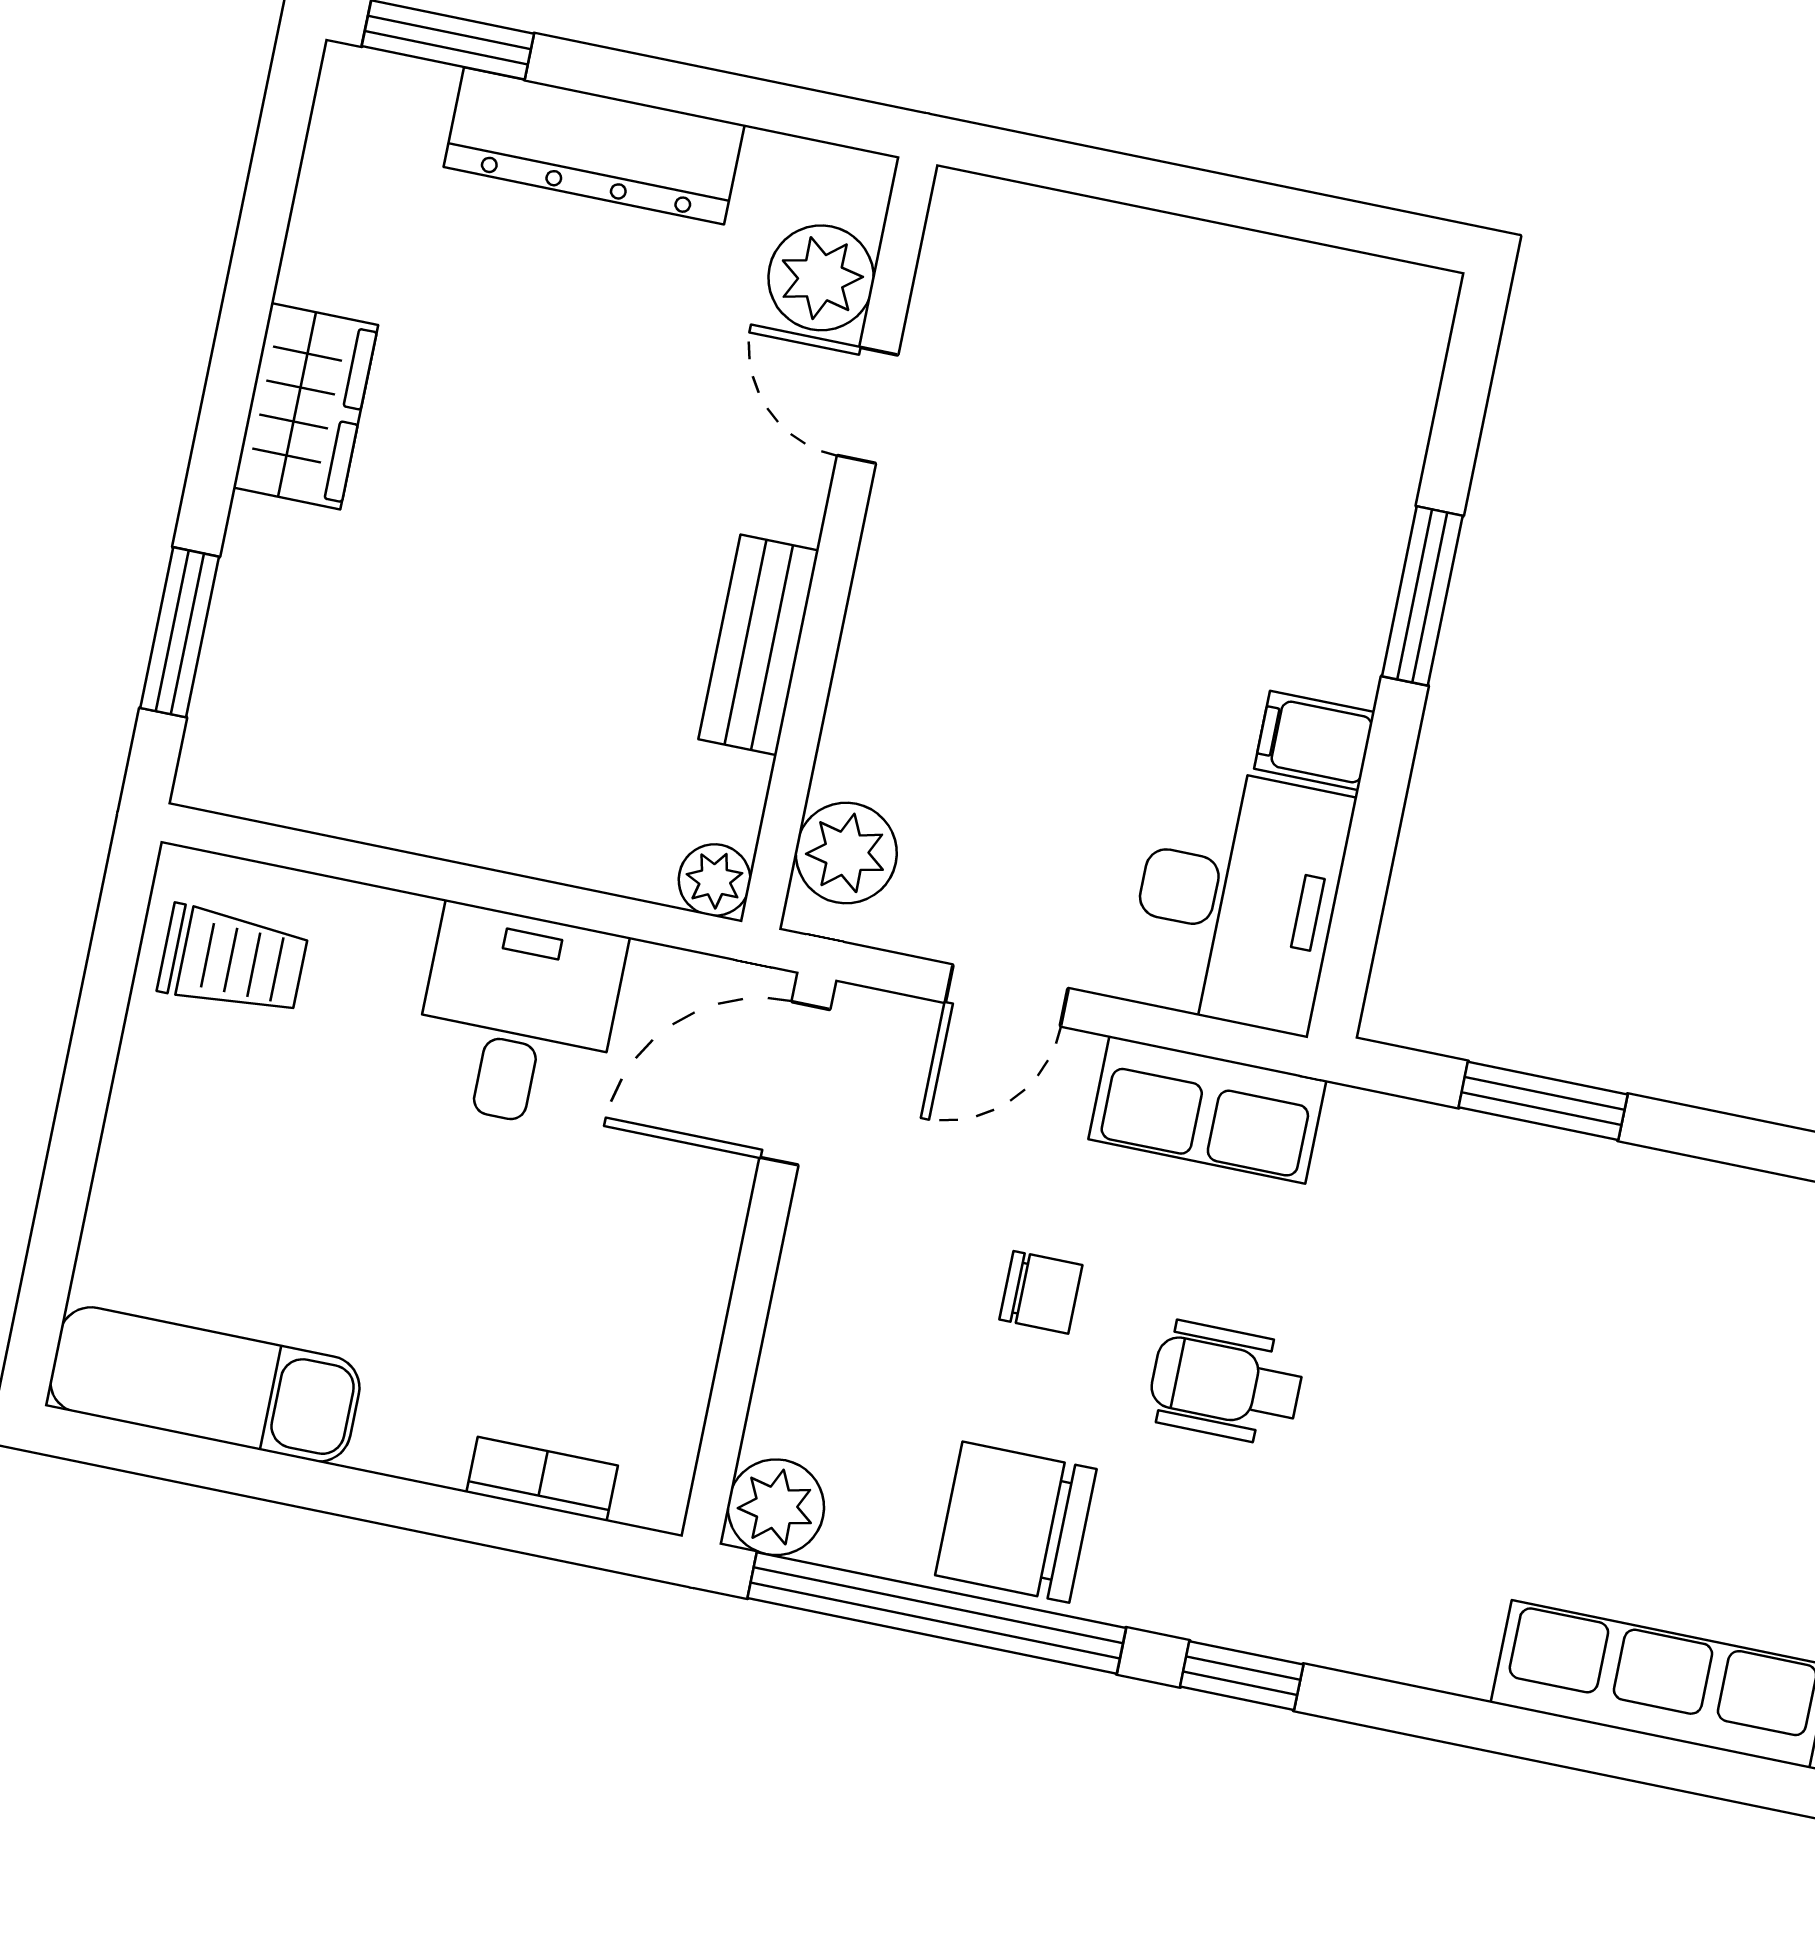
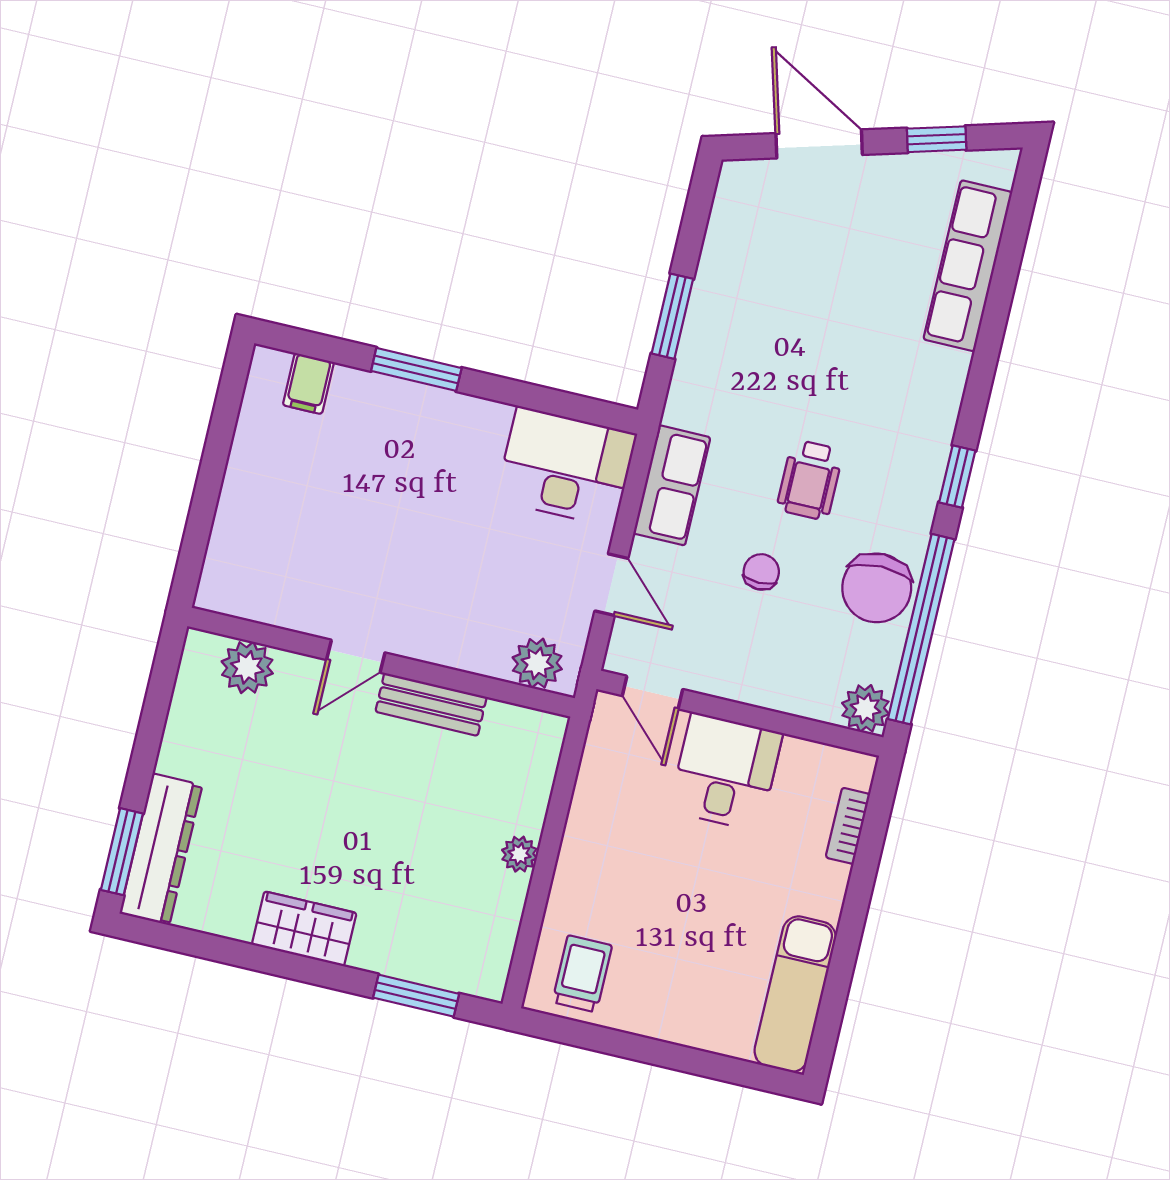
dresser: (594, 146) -> (161, 849), moved
door: (868, 405) -> (356, 656), moved
filing cabinet: (1314, 740) -> (308, 384), moved
plant: (715, 880) -> (519, 854), moved
desk: (518, 1018) -> (726, 772), moved, turned 90
door: (795, 1083) -> (652, 693), width x0.73

